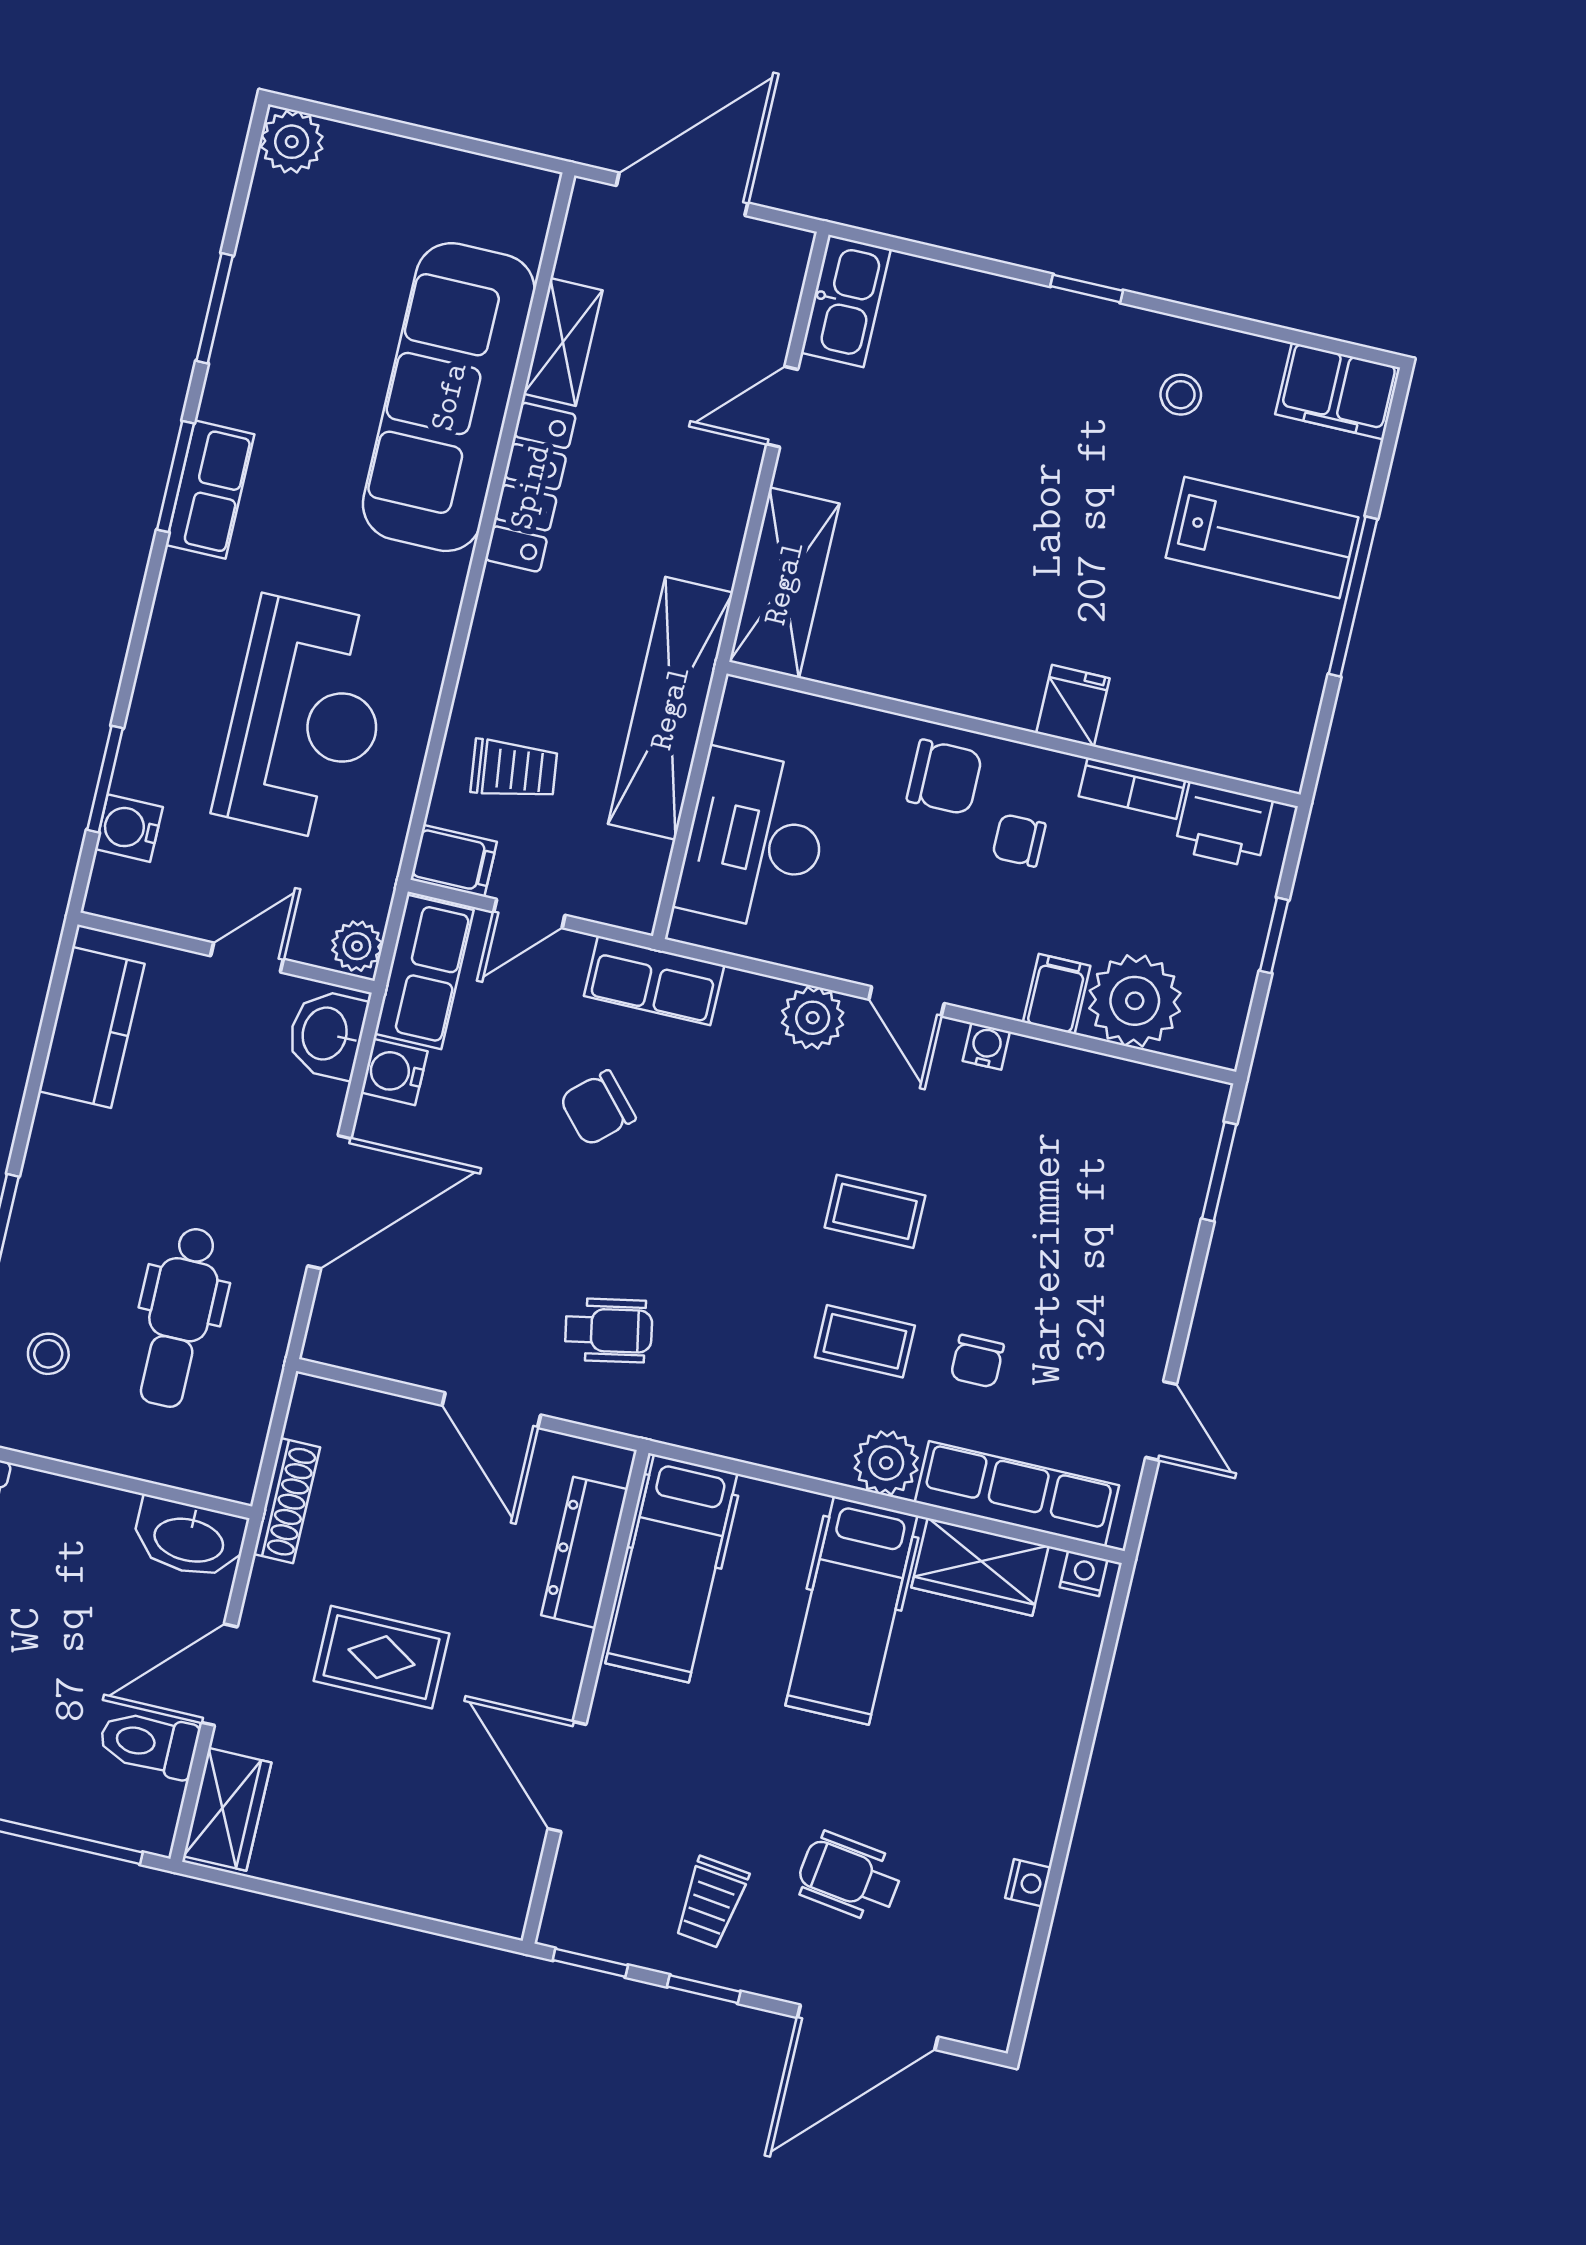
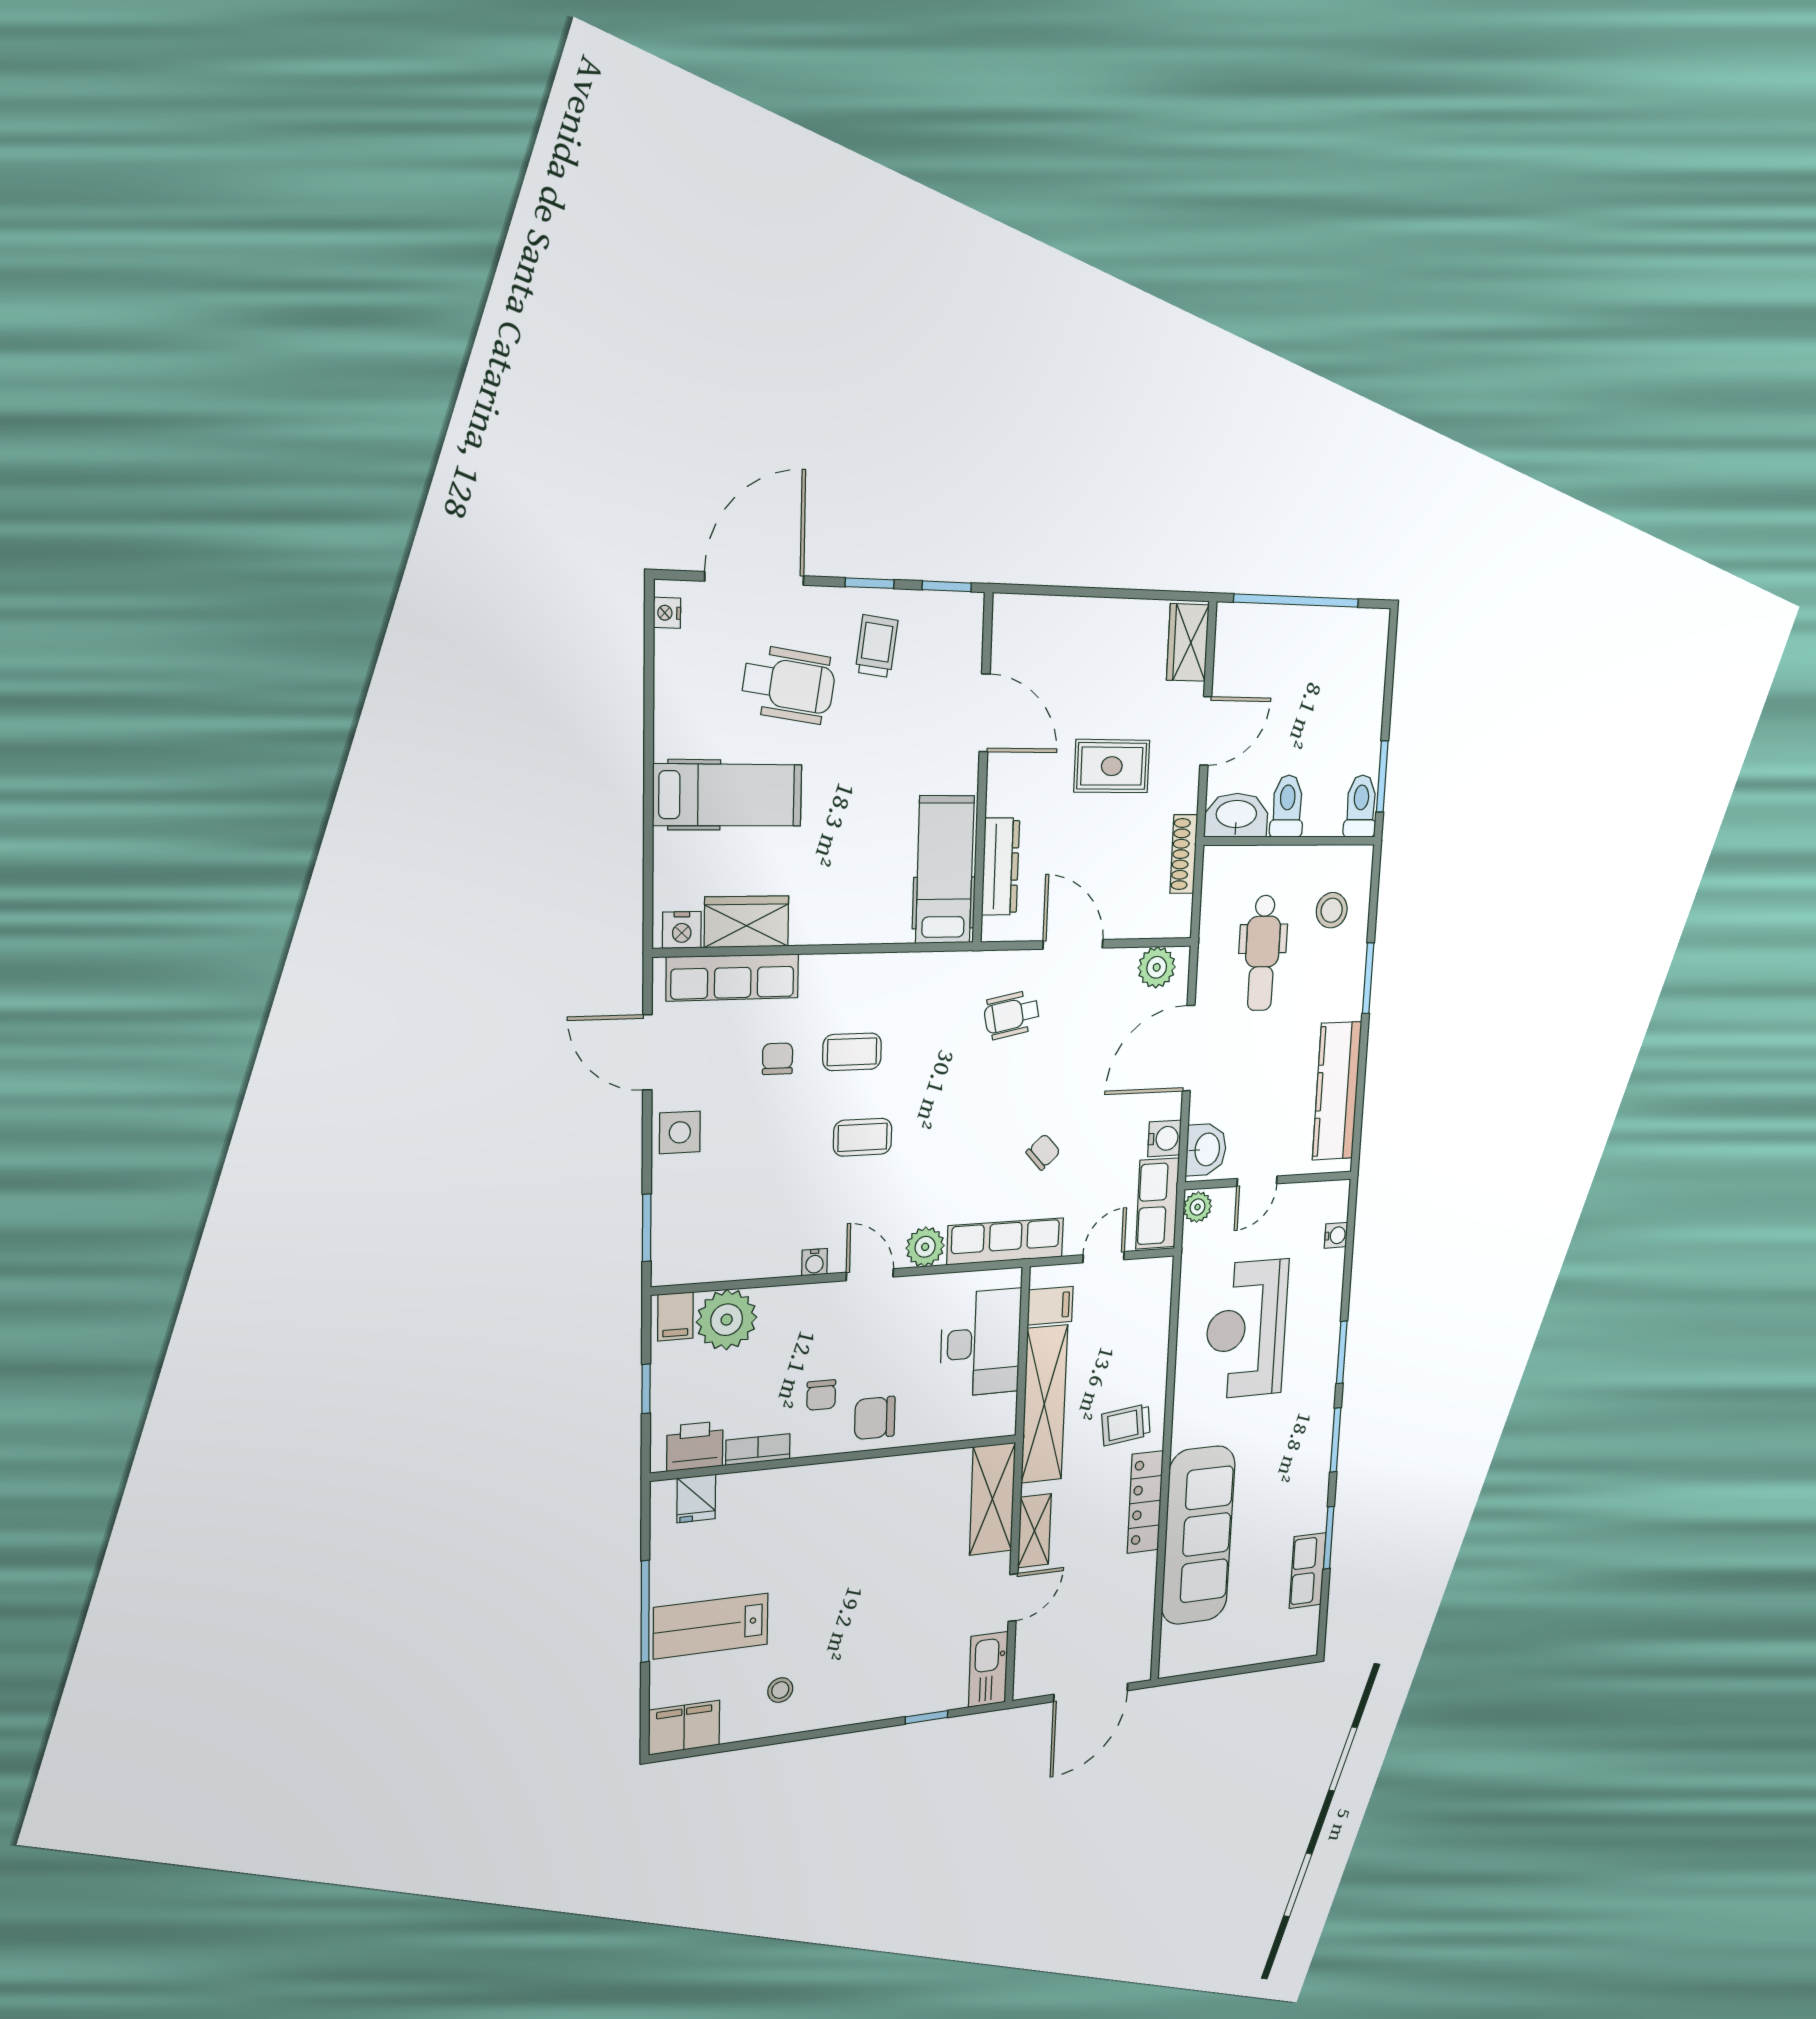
plant: (292, 142) -> (1302, 1640), removed
window: (1087, 288) -> (926, 1717), moved
shelving: (563, 342) -> (1034, 1531), moved
row of seats: (210, 490) -> (1308, 1571), moved
fridge: (1073, 706) -> (696, 1499), moved
trolley: (514, 770) -> (1126, 1425), moved
window: (105, 779) -> (1342, 1352), moved
water cooler: (129, 828) -> (1336, 1235), width x0.72, depth x0.72
chair: (1019, 840) -> (821, 1395), turned 90
filing cabinet: (454, 861) -> (1050, 1306), moved, turned 180
row of seats: (654, 981) -> (1005, 1241), width x1.48
filing cabinet: (1057, 994) -> (675, 1316), moved
kitchen counter: (92, 1027) -> (1337, 1091), width x1.50
chair: (598, 1108) -> (1043, 1152), width x0.73, depth x0.73
side table: (1141, 1295) -> (680, 1132), added
dental chair: (179, 1317) -> (1262, 953), turned 180
stool: (48, 1354) -> (1332, 910), width x1.37, depth x1.37
door: (1161, 1421) -> (647, 1052), width x1.37
plant: (886, 1463) -> (1157, 967), moved
nightstand: (1084, 1573) -> (682, 930), width x1.39, depth x1.35
hospital bed: (851, 1610) -> (728, 795), moved, turned 90
toilet: (149, 1744) -> (1287, 806), moved, turned -90
wheelchair: (849, 1877) -> (789, 685), width x1.36, depth x1.37
nightstand: (1028, 1883) -> (667, 613), moved

